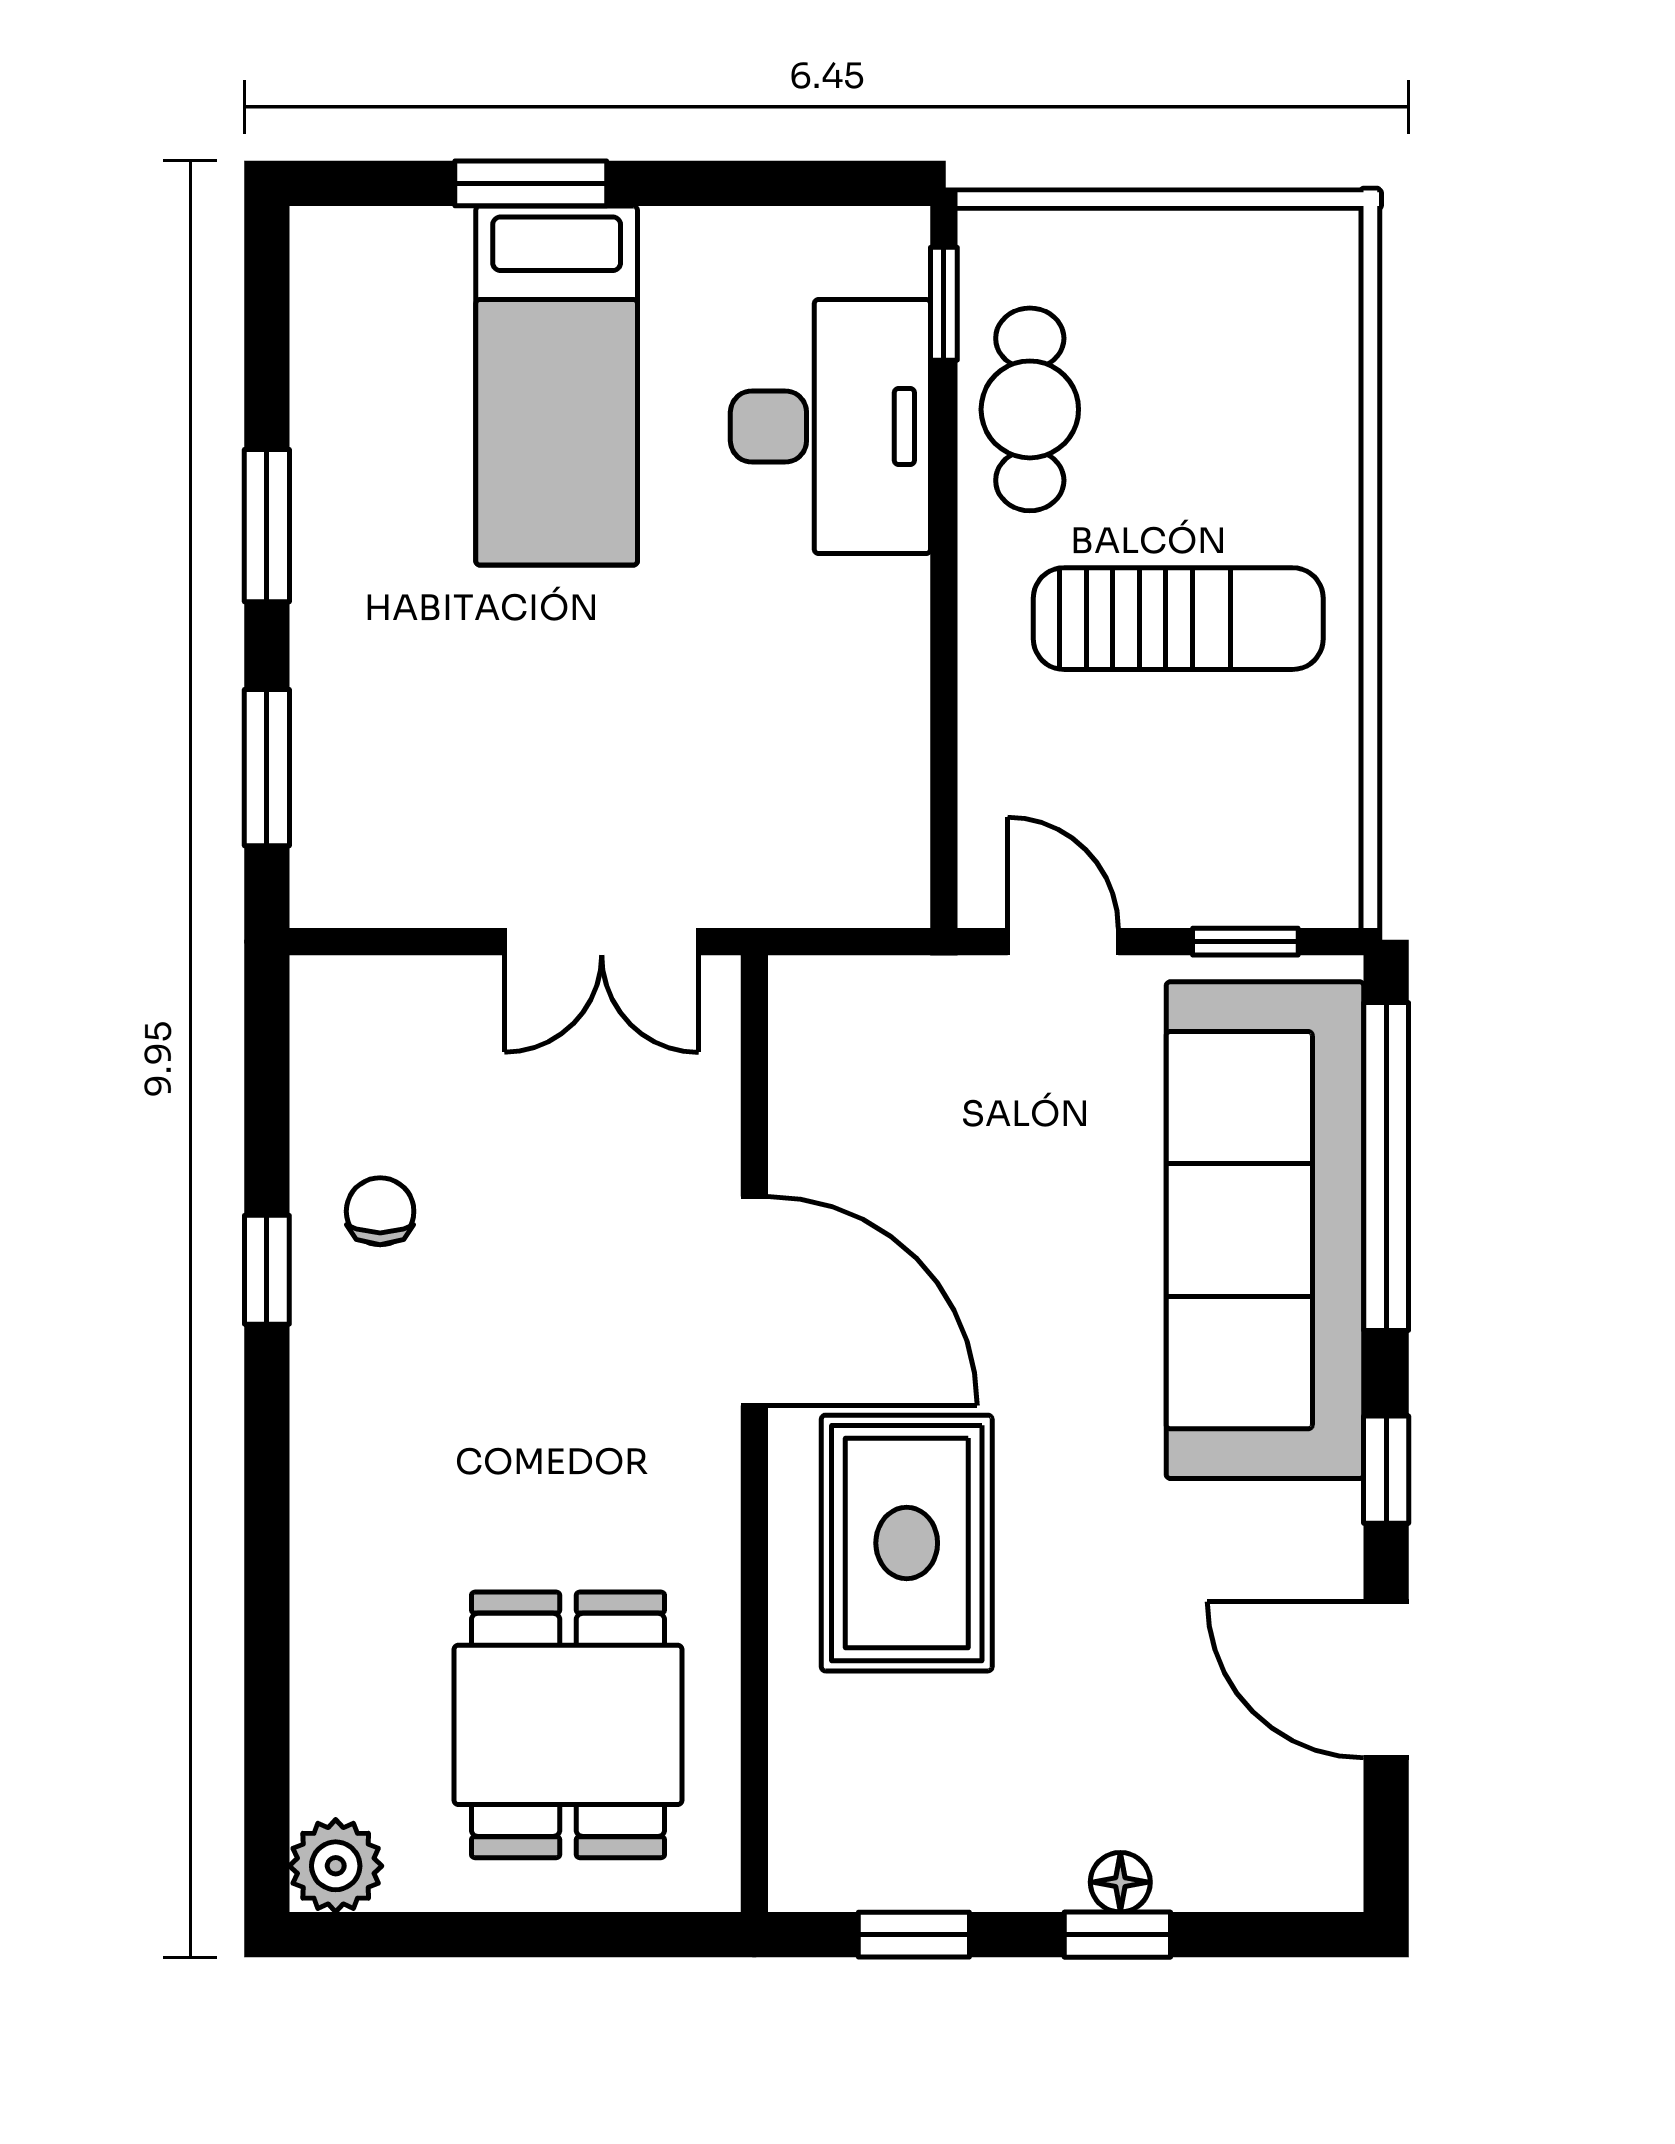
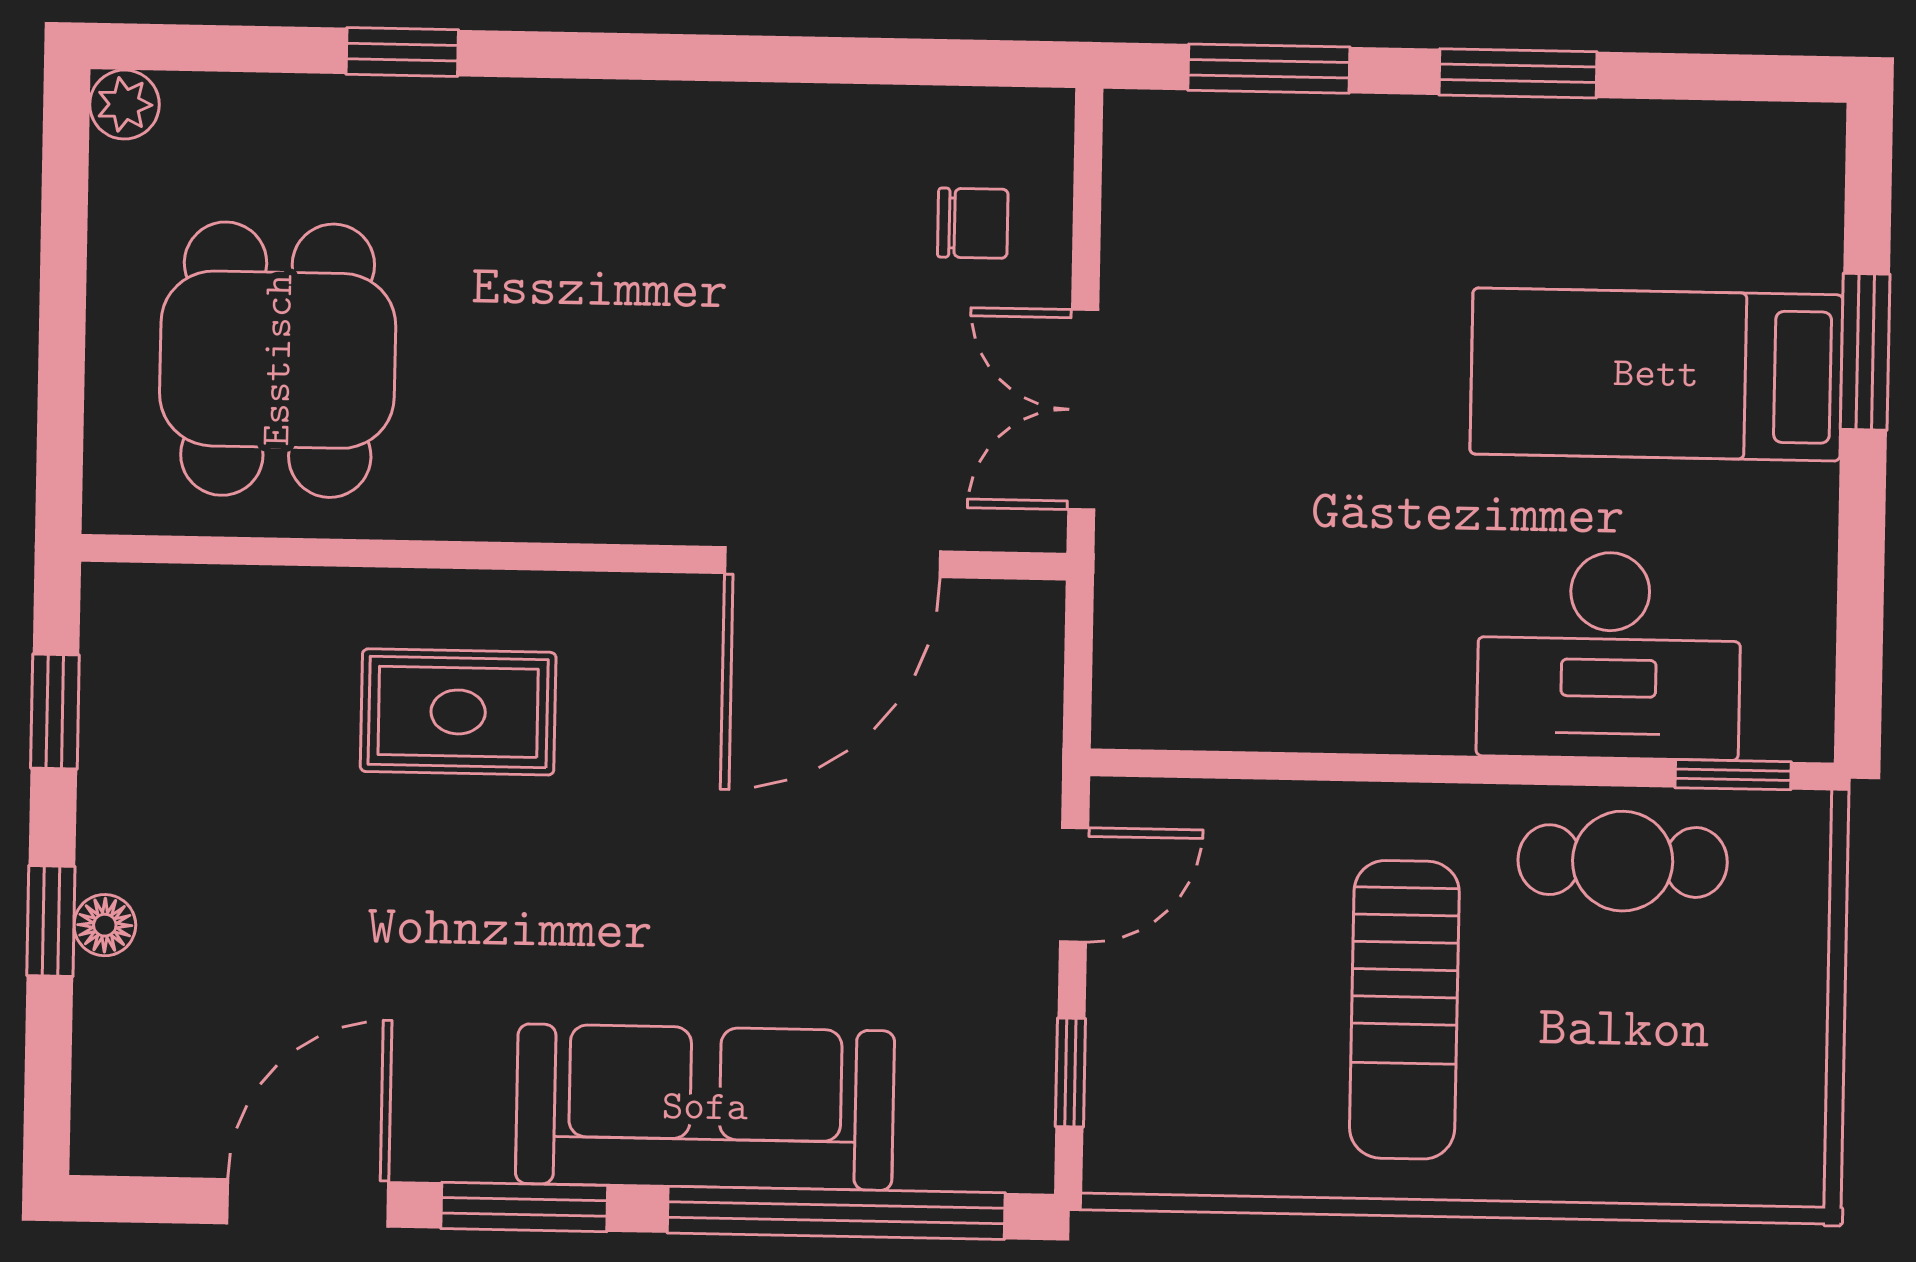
chair: (380, 1211) -> (973, 223), moved
sofa: (1265, 1230) -> (705, 1107), width x0.74, depth x0.79
window: (267, 1270) -> (402, 52), moved
door: (754, 1301) -> (833, 562), moved
window: (1386, 1470) -> (524, 1207), width x1.50
rug: (907, 1543) -> (458, 712), width x0.73, depth x0.70
dining table: (568, 1725) -> (278, 360), turned 90
plant: (336, 1866) -> (124, 105), width x0.73, depth x0.73

